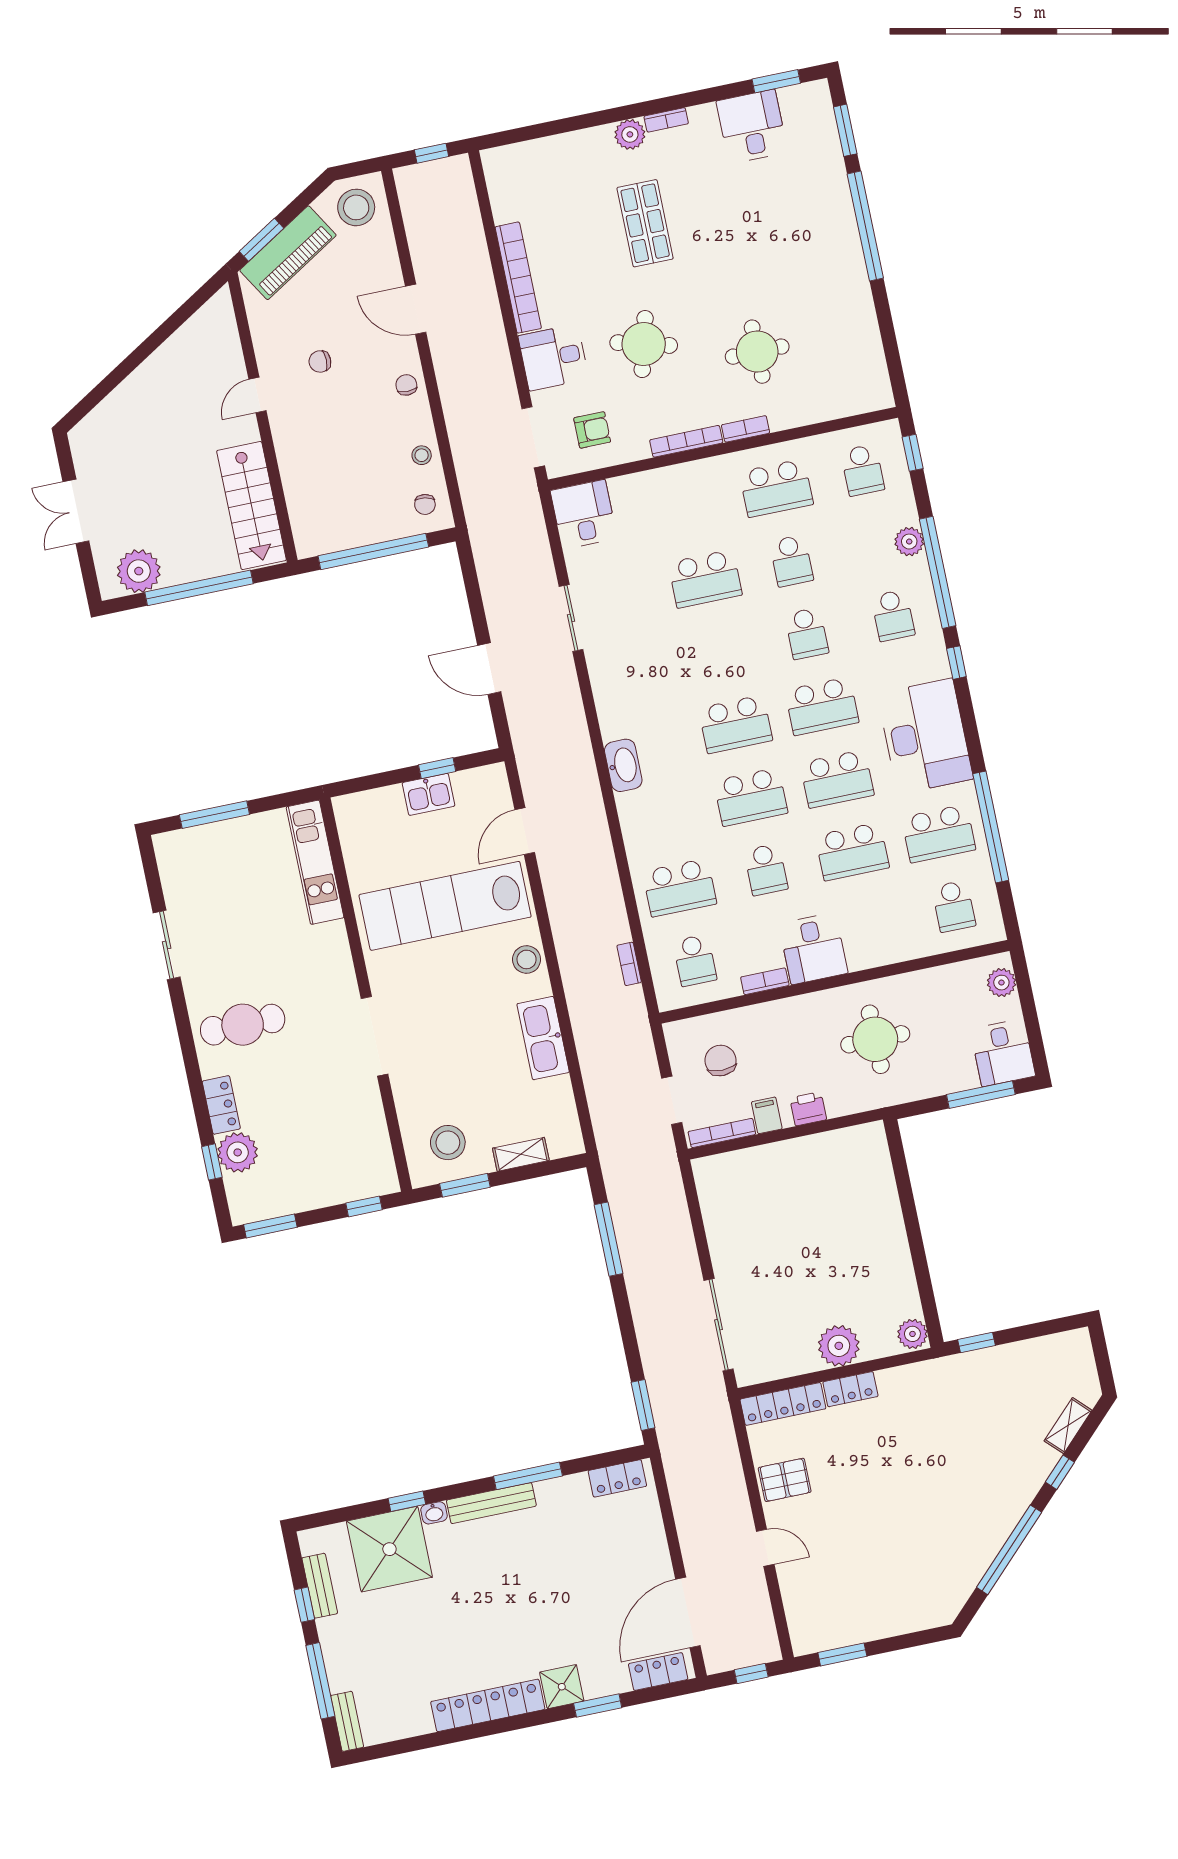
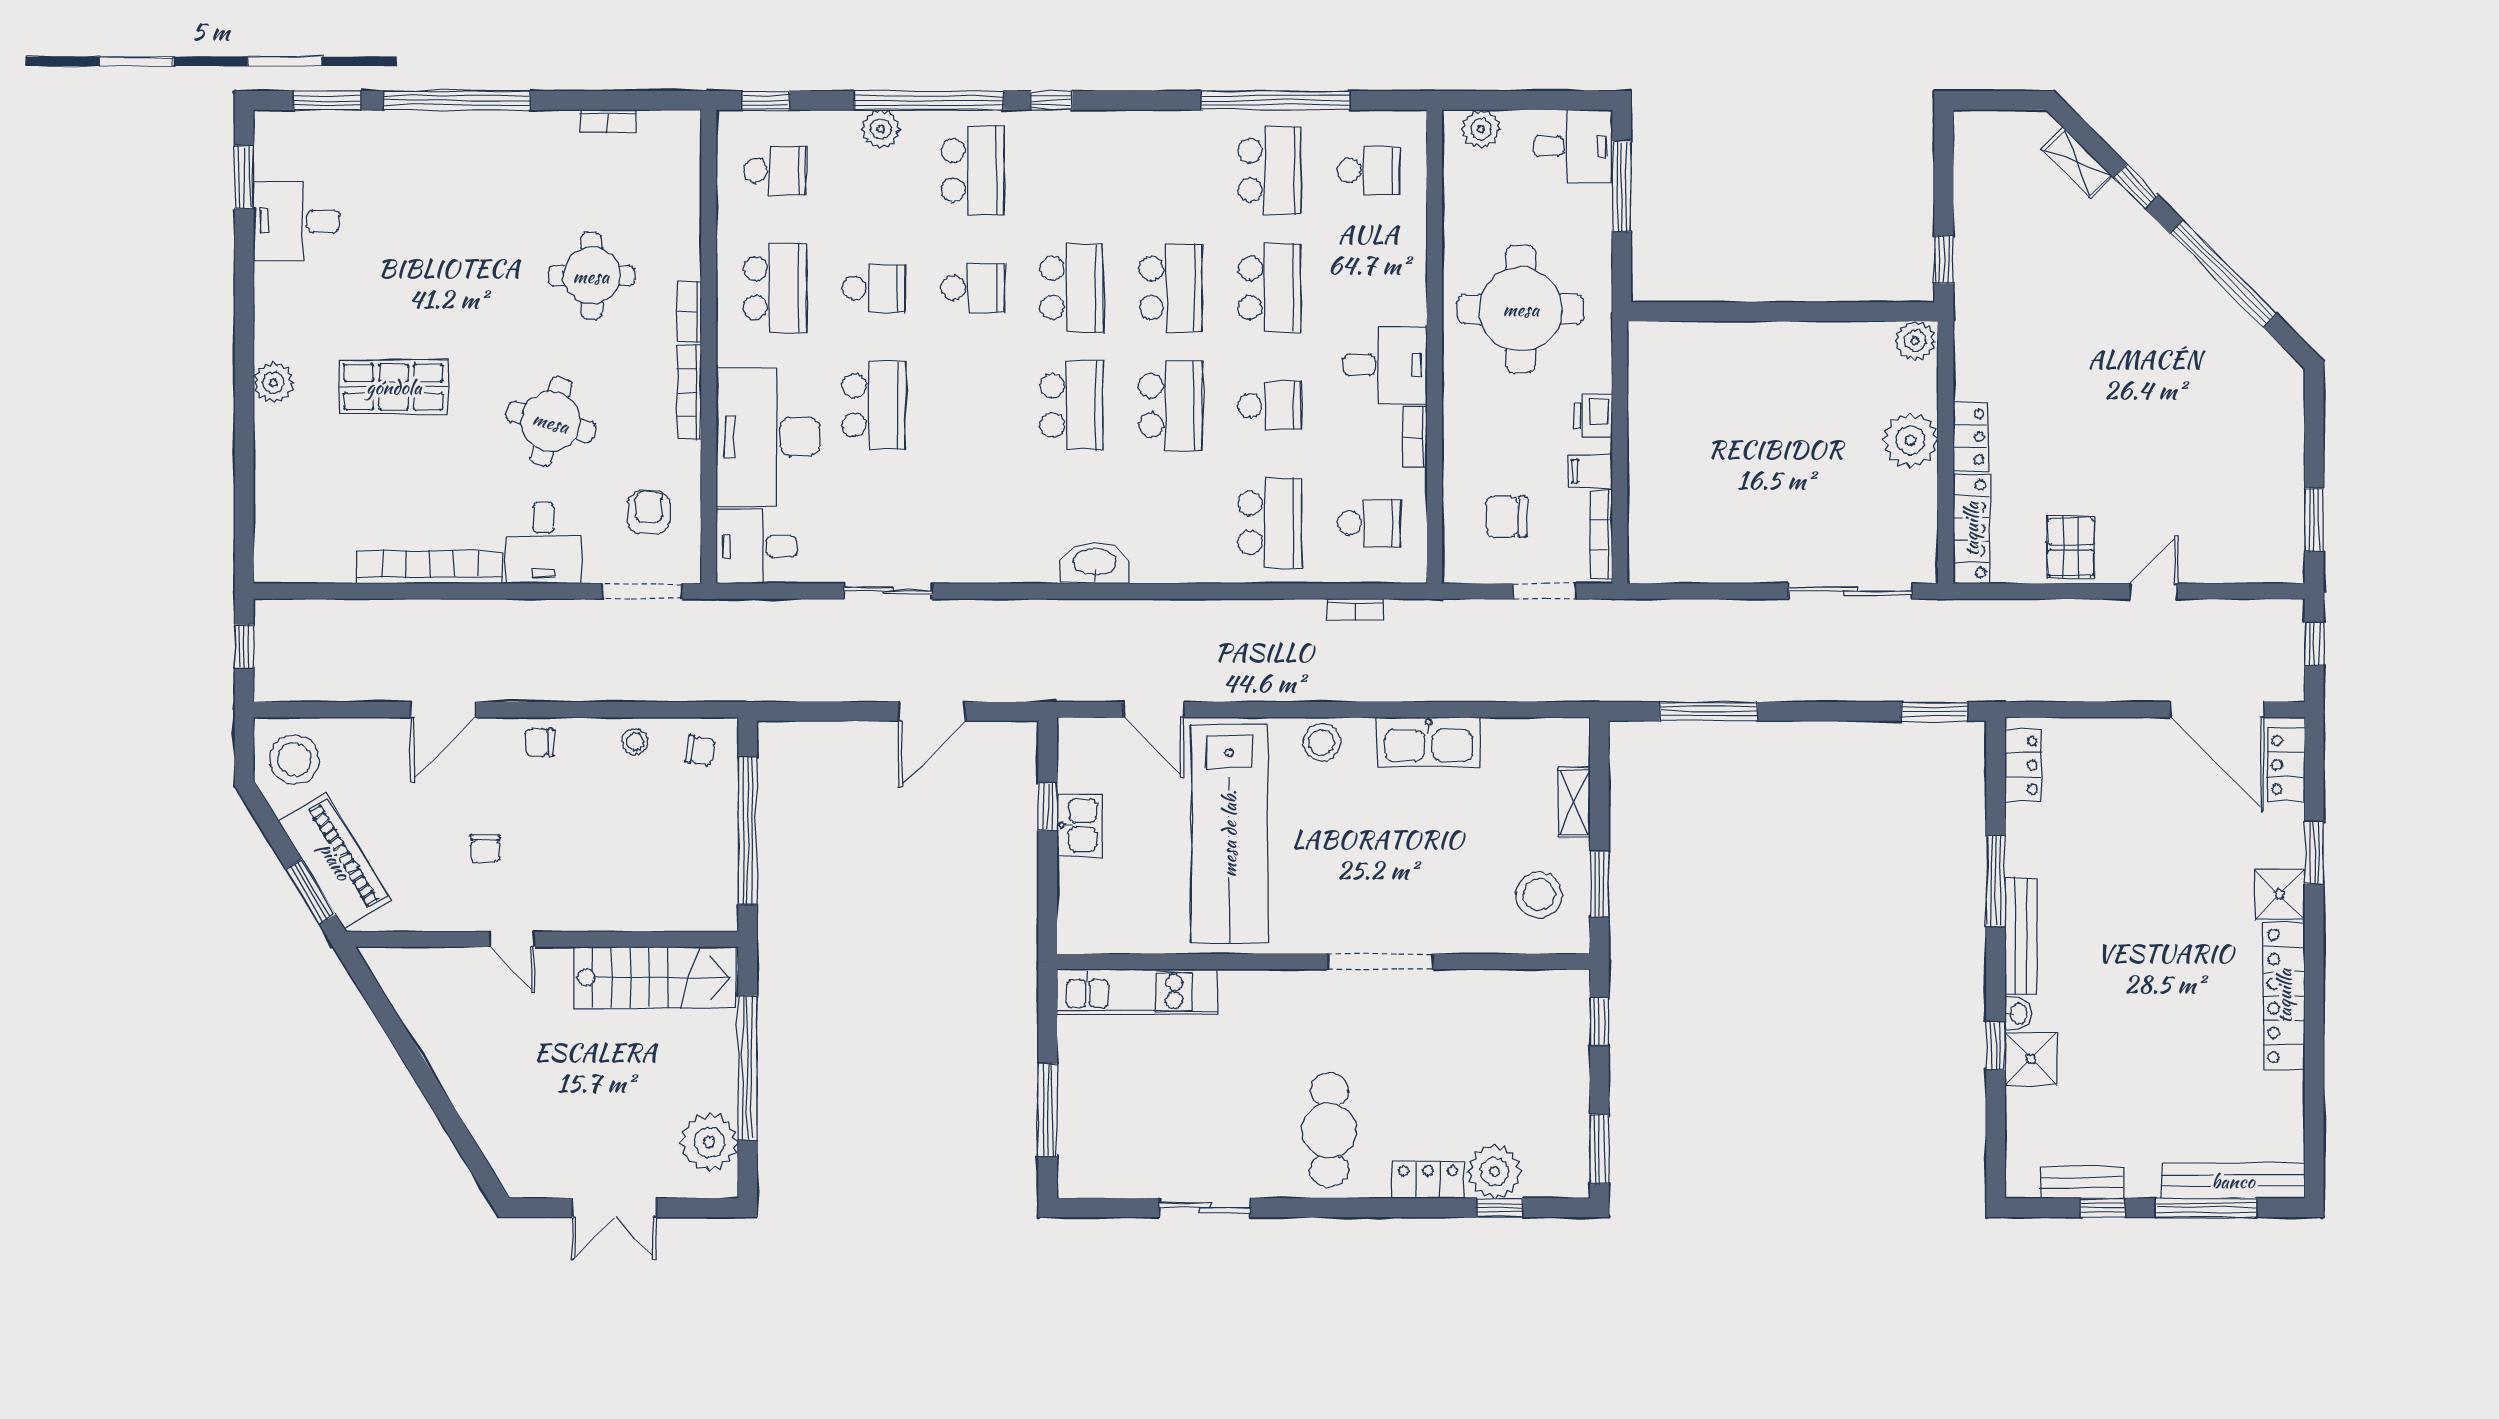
bookcase: (666, 120) -> (608, 121), moved, turned 90
school desk: (893, 615) -> (973, 170), width x1.85
desk: (925, 736) -> (768, 437), moved, turned -90
round table: (875, 1039) -> (1521, 309), width x1.36, depth x1.36
shower: (389, 1549) -> (2031, 1059), width x0.54, depth x0.54
bench: (347, 1721) -> (2233, 1181), width x1.86, depth x1.21

